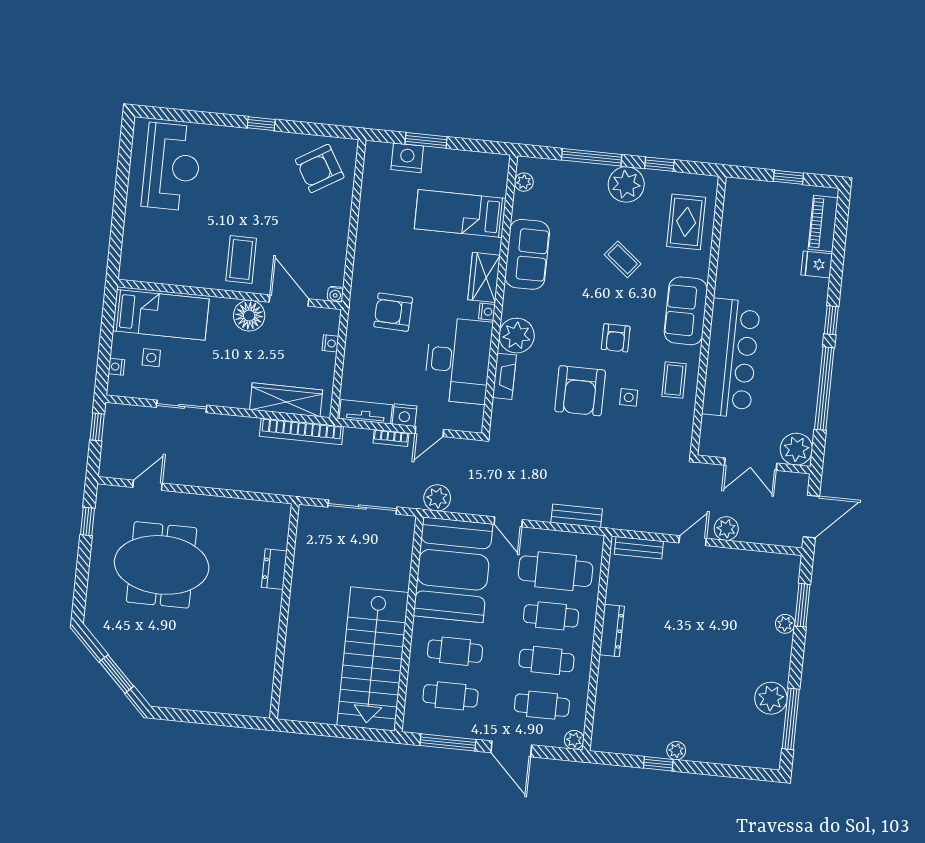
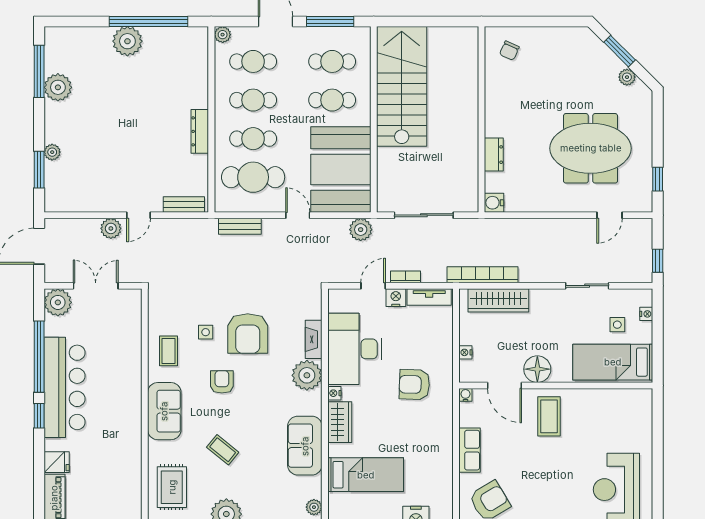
row of seats: (337, 230) -> (470, 450), added
armchair: (393, 312) -> (414, 385), turned 180
bar counter: (731, 358) -> (64, 387), moved, turned 180
armchair: (580, 391) -> (248, 334), turned 180
water cooler: (280, 513) -> (494, 203), added
plant: (111, 643) -> (627, 77), added
chair: (244, 688) -> (509, 51), added
plant: (676, 751) -> (127, 41), width x1.88, depth x1.88
window: (658, 764) -> (149, 21), width x3.17

